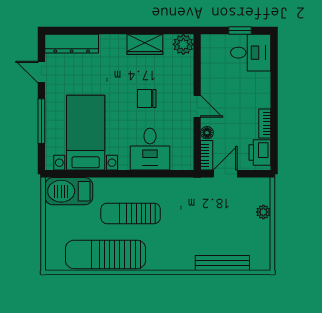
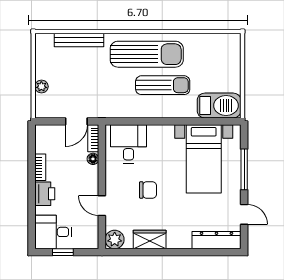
door: (197, 106) -> (102, 206), moved
desk: (150, 149) -> (128, 144), moved
printer: (260, 152) -> (45, 194), moved
sun lounger: (105, 254) -> (147, 54), moved

